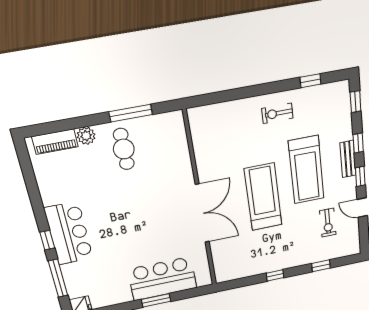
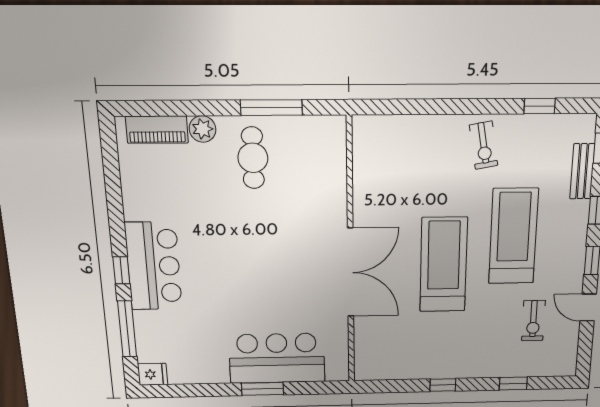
exercise bike: (277, 113) -> (484, 145), turned -100
bench: (348, 159) -> (582, 171), moved
treadmill: (306, 170) -> (513, 236), turned 180

